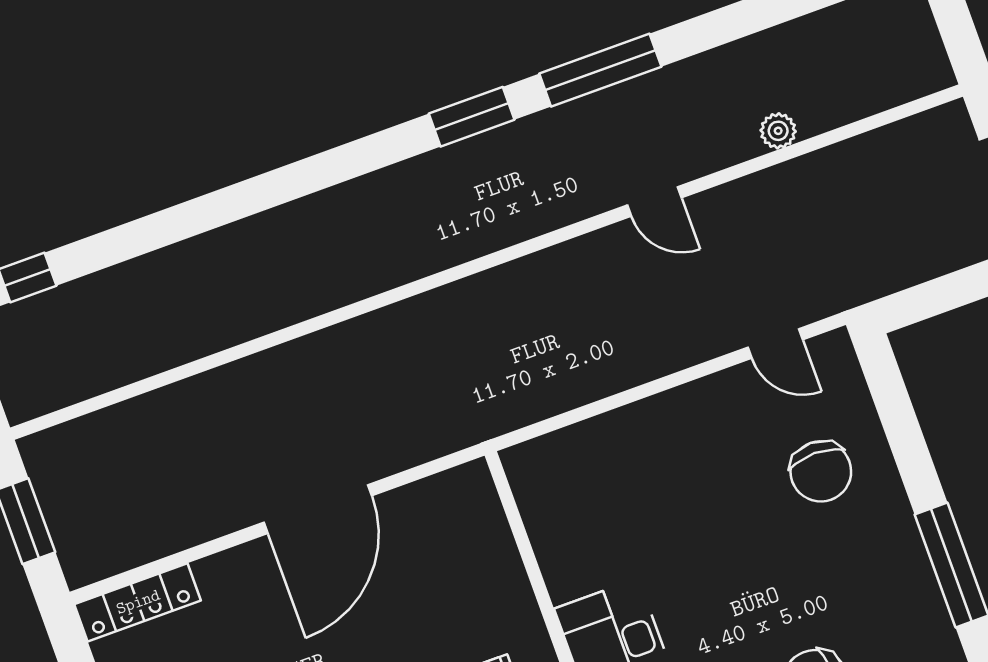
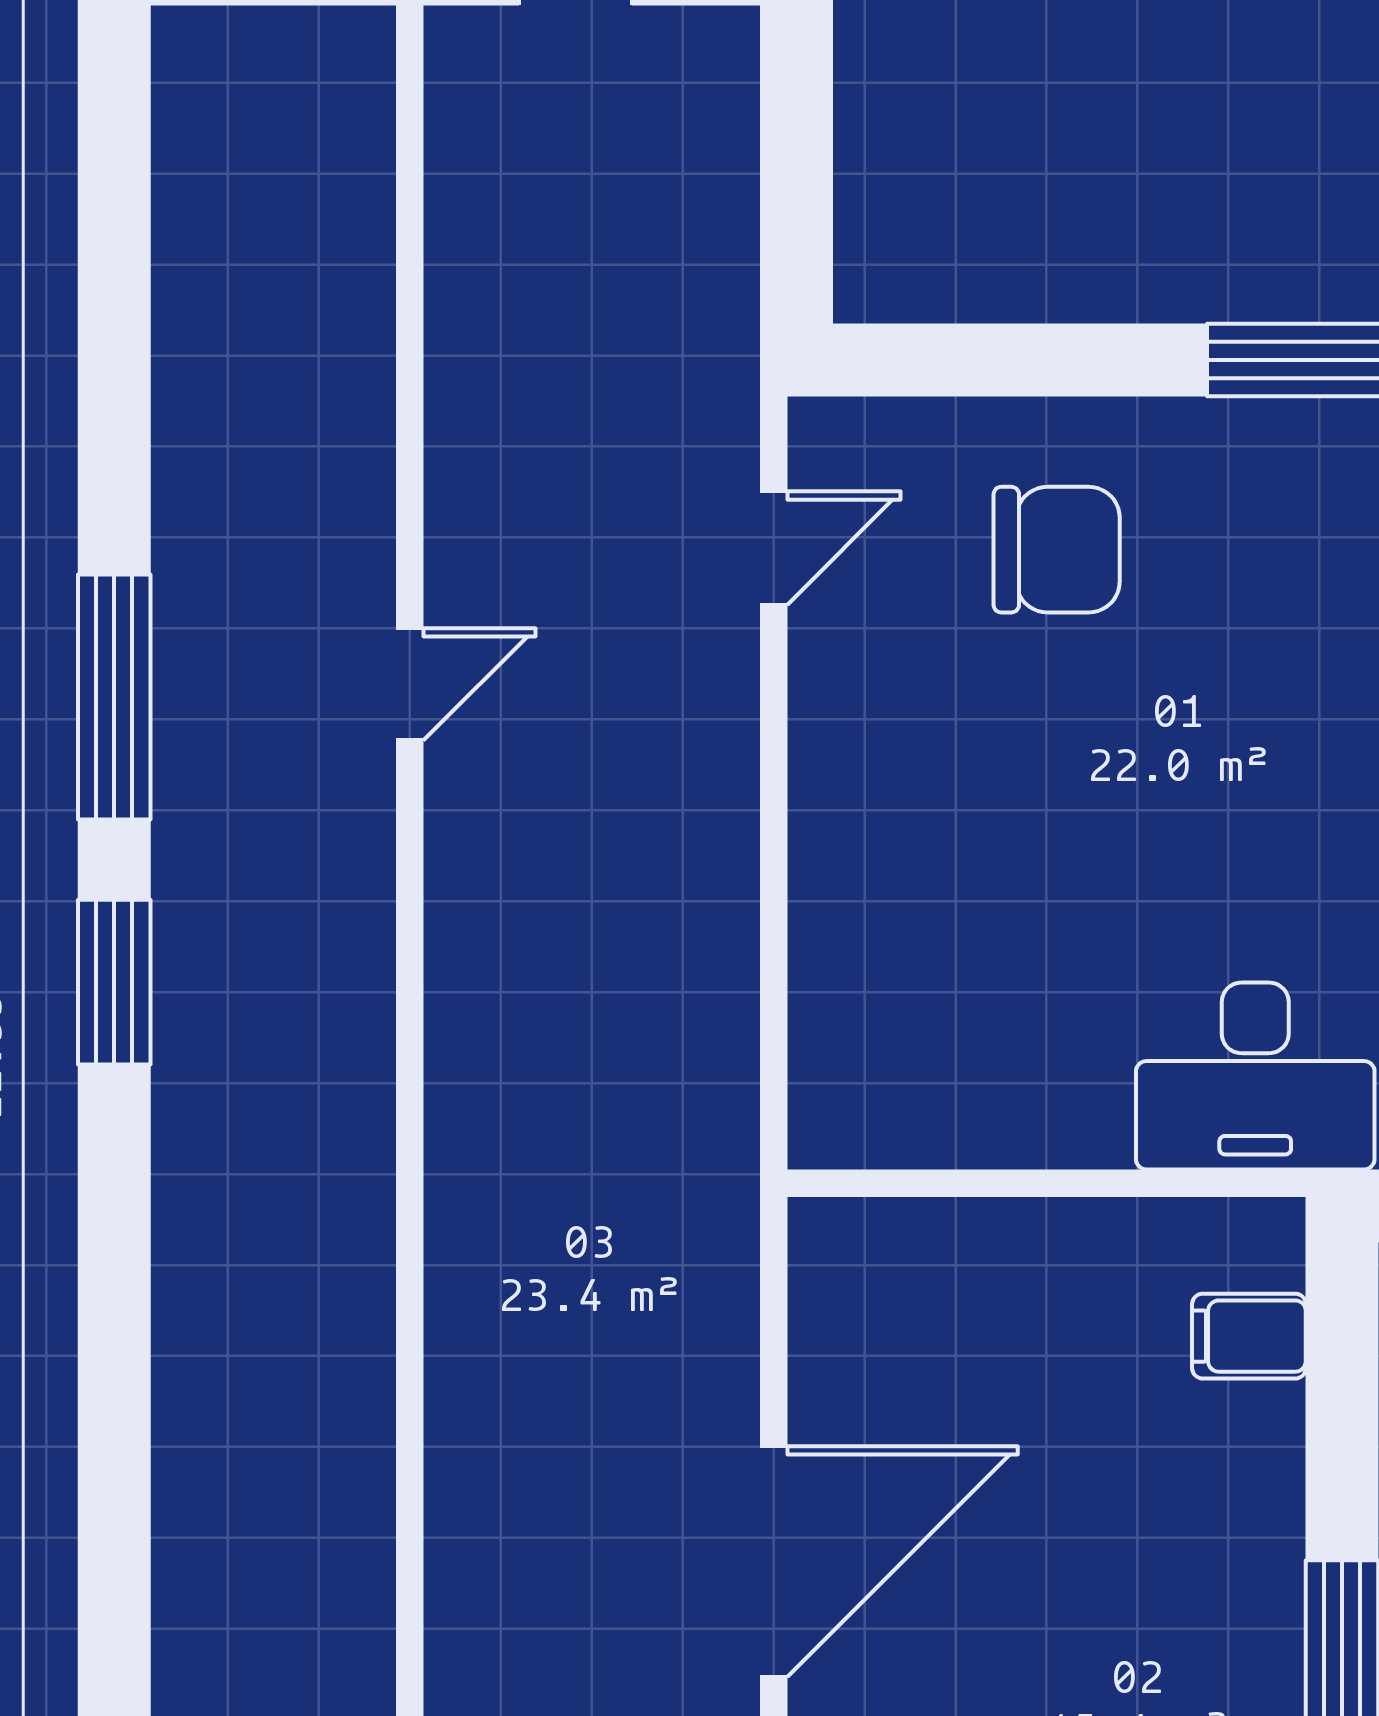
plant: (778, 131) -> (359, 392), removed
door: (318, 509) -> (774, 1562), hinge flipped

